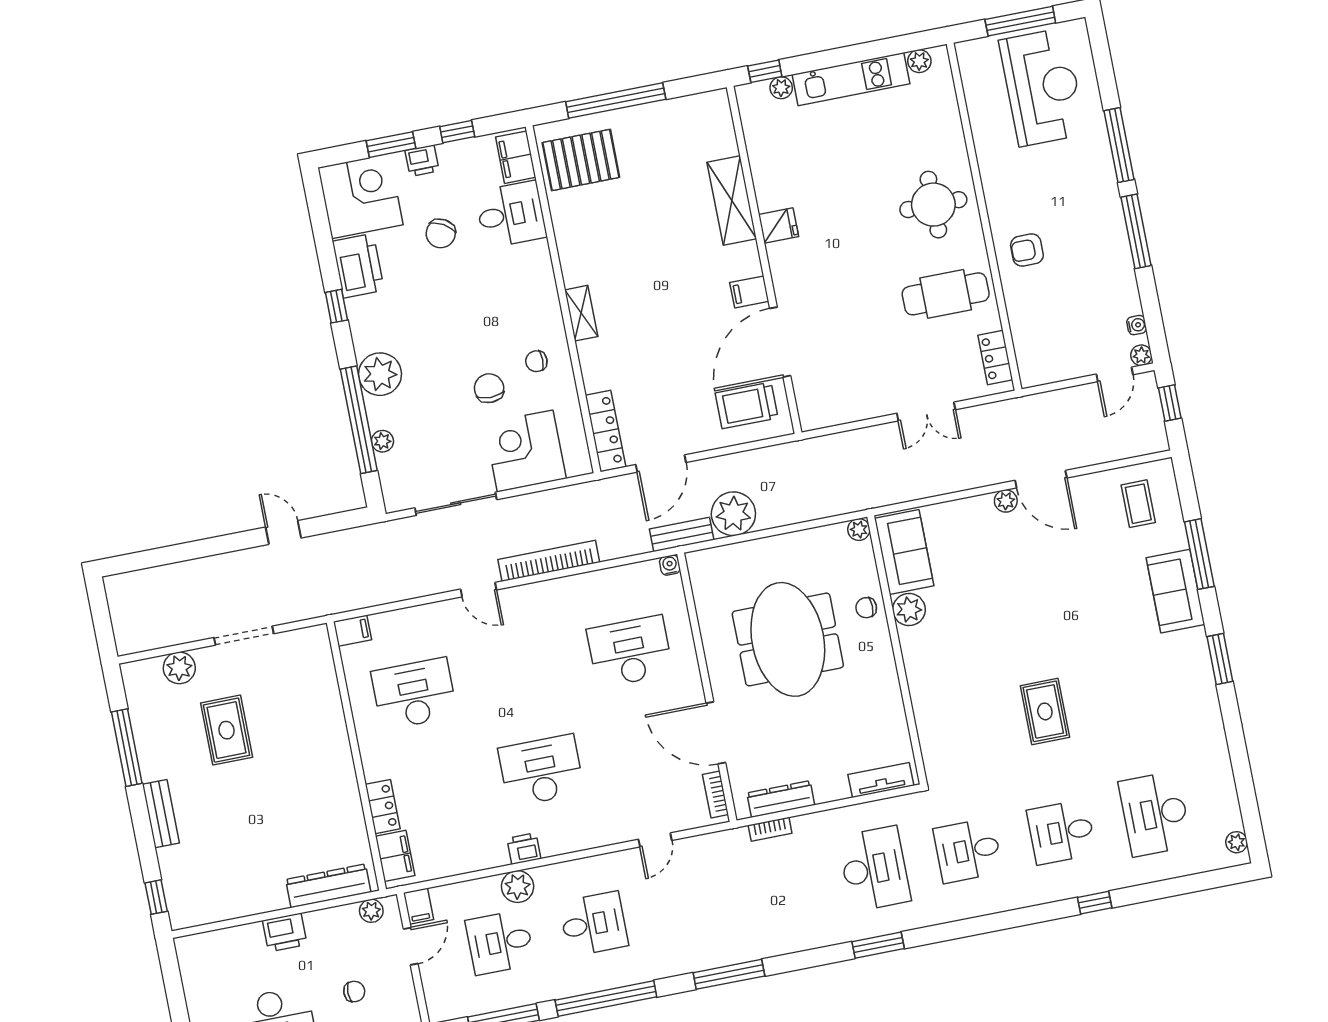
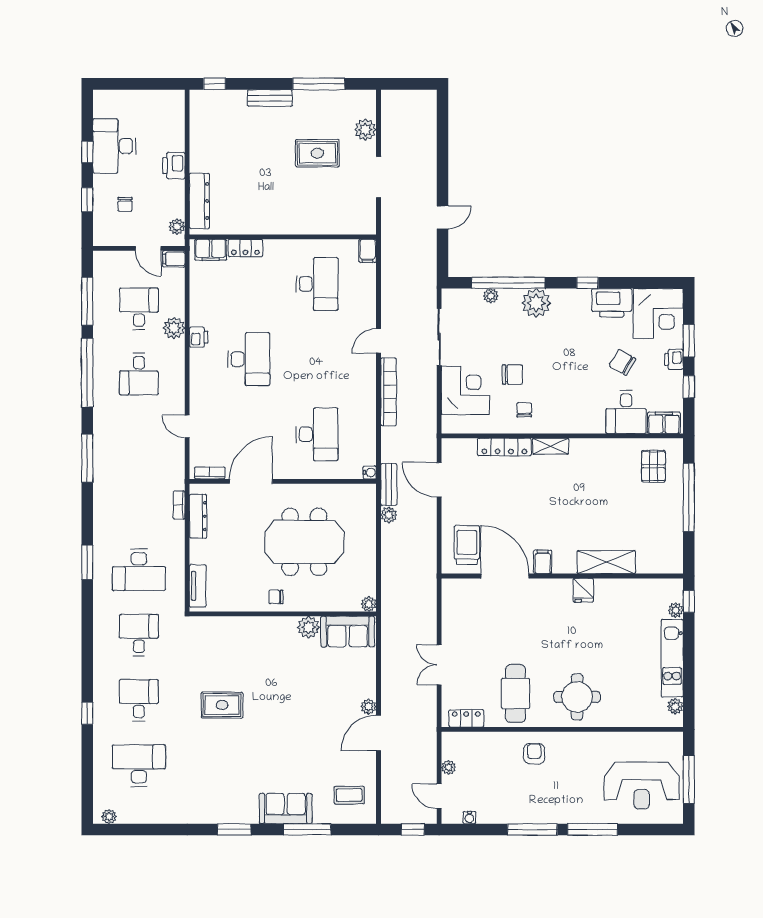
pallet: (581, 160) -> (653, 466), width x0.67, depth x0.71
plant: (1141, 355) -> (449, 767), moved
locker: (605, 431) -> (504, 447), moved
plant: (733, 514) -> (389, 515), width x0.53, depth x0.53
chair: (866, 608) -> (276, 597), moved, turned -90

